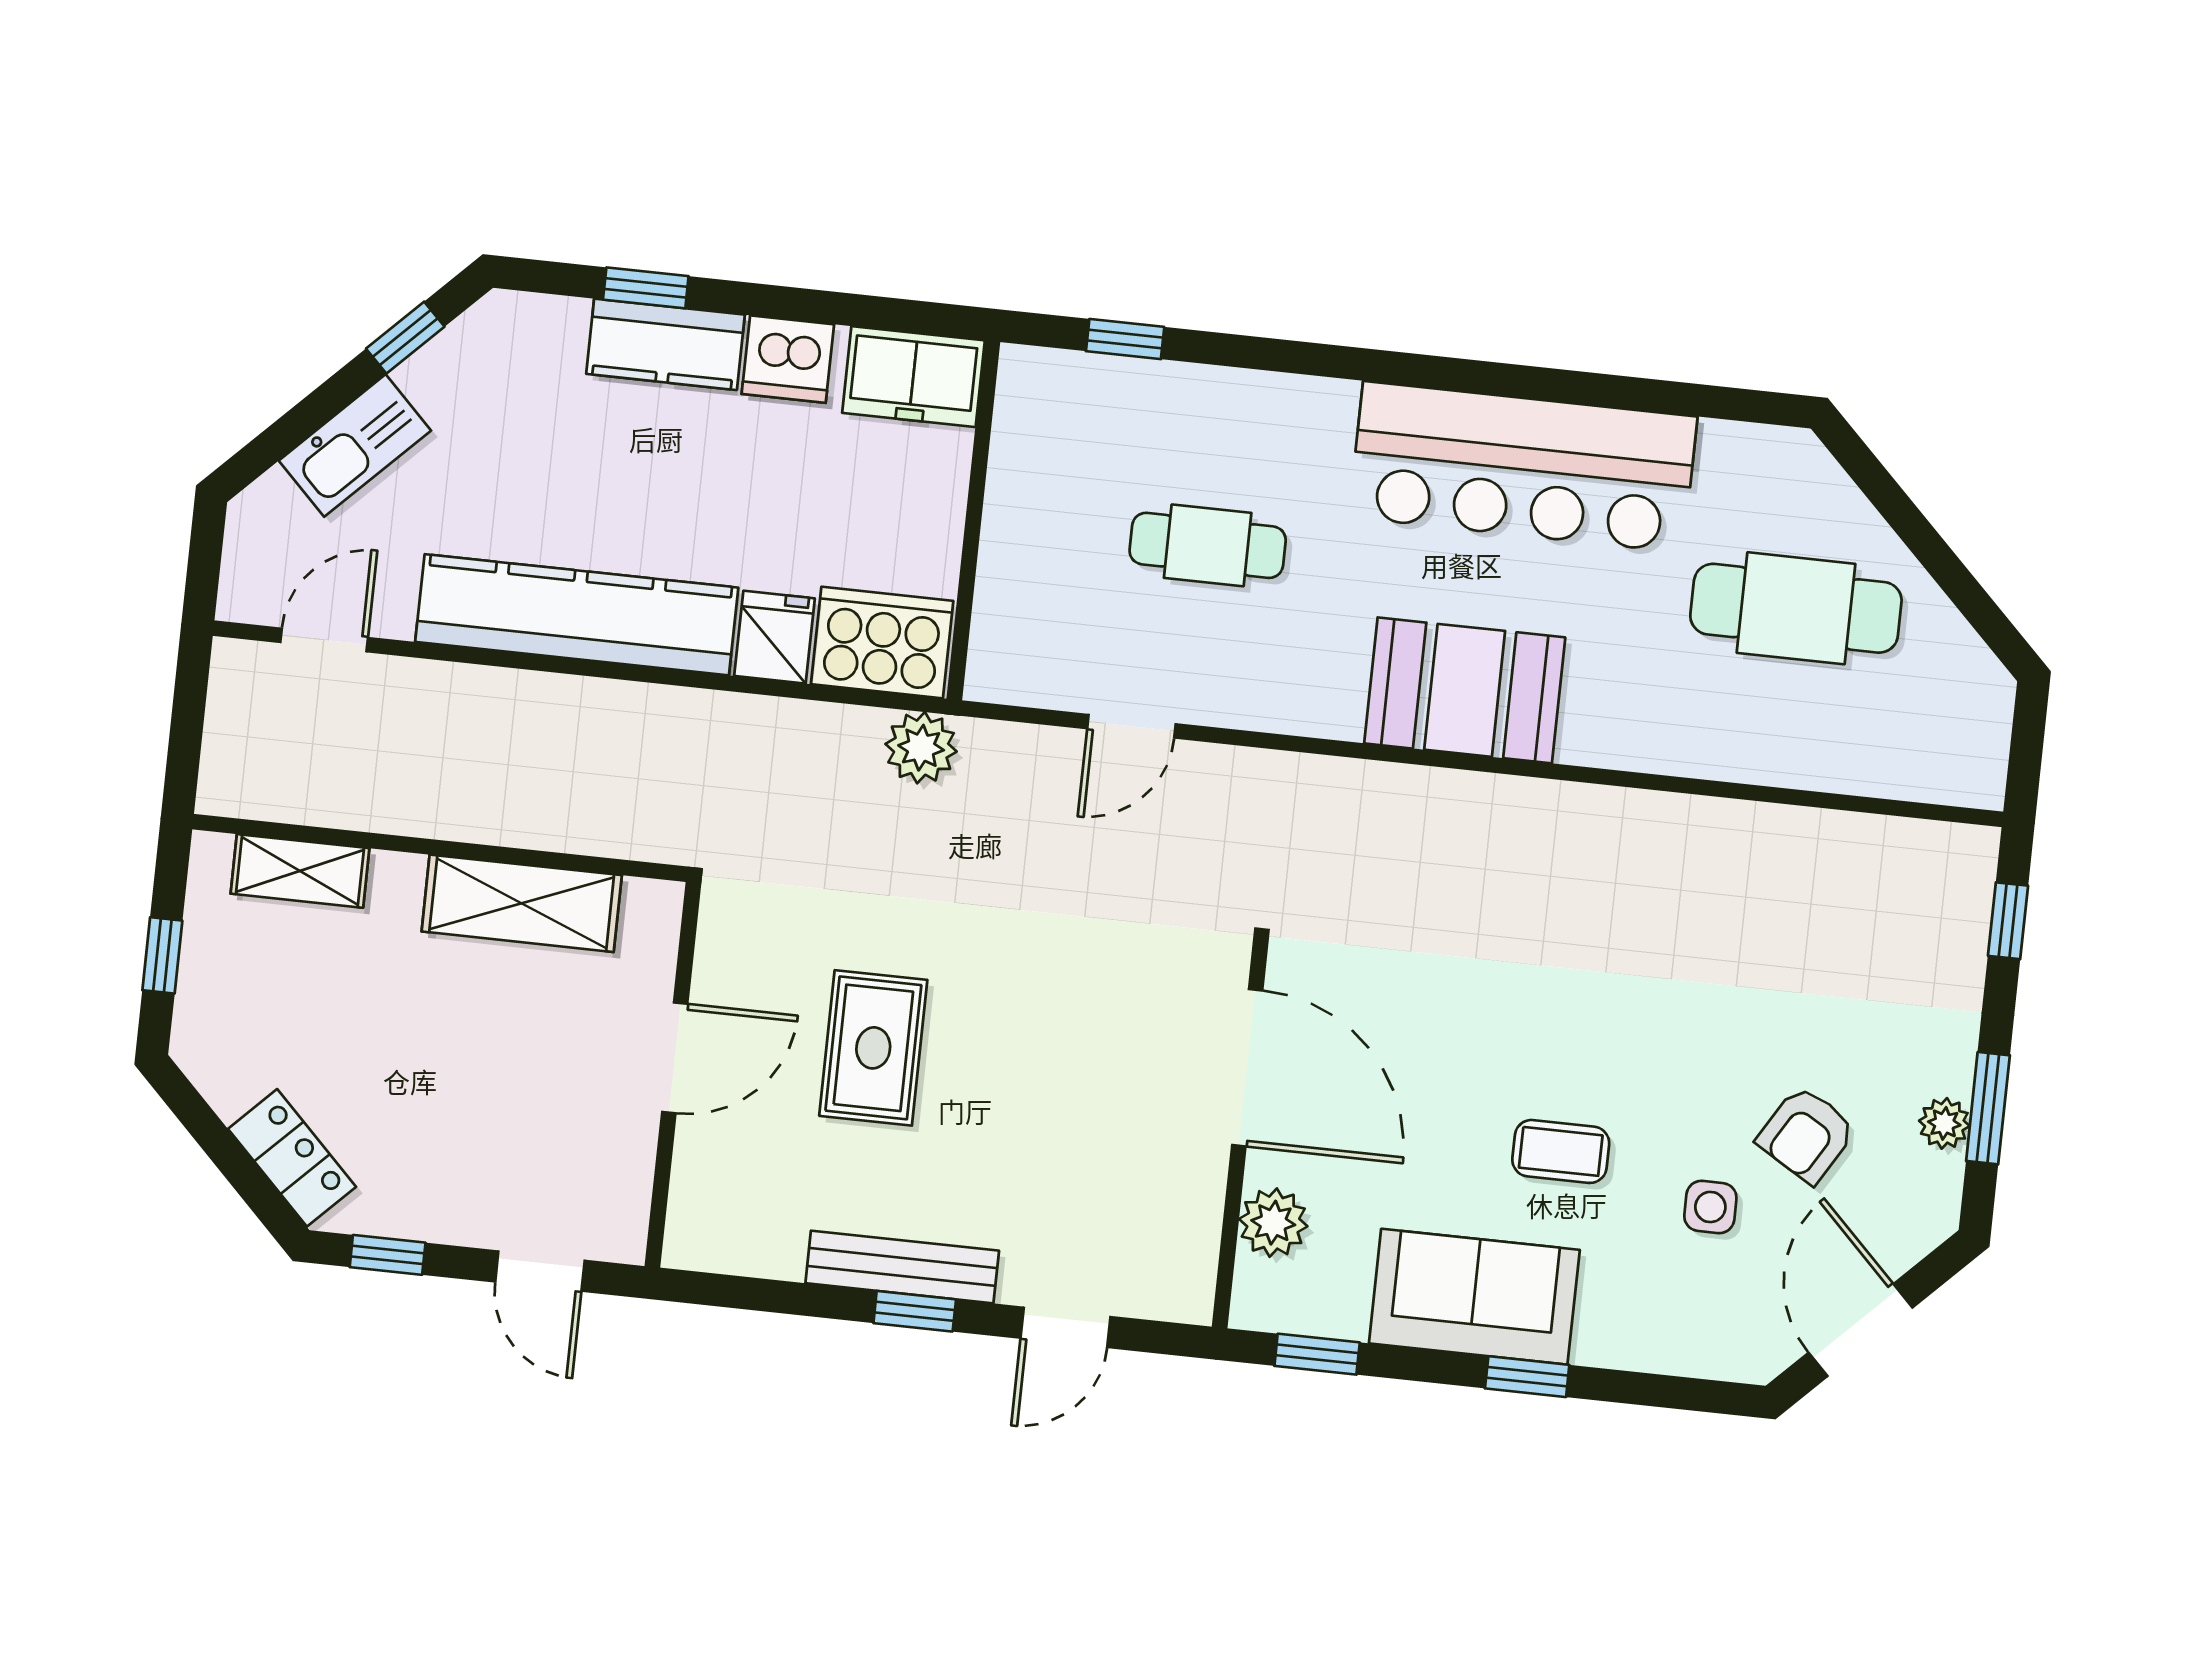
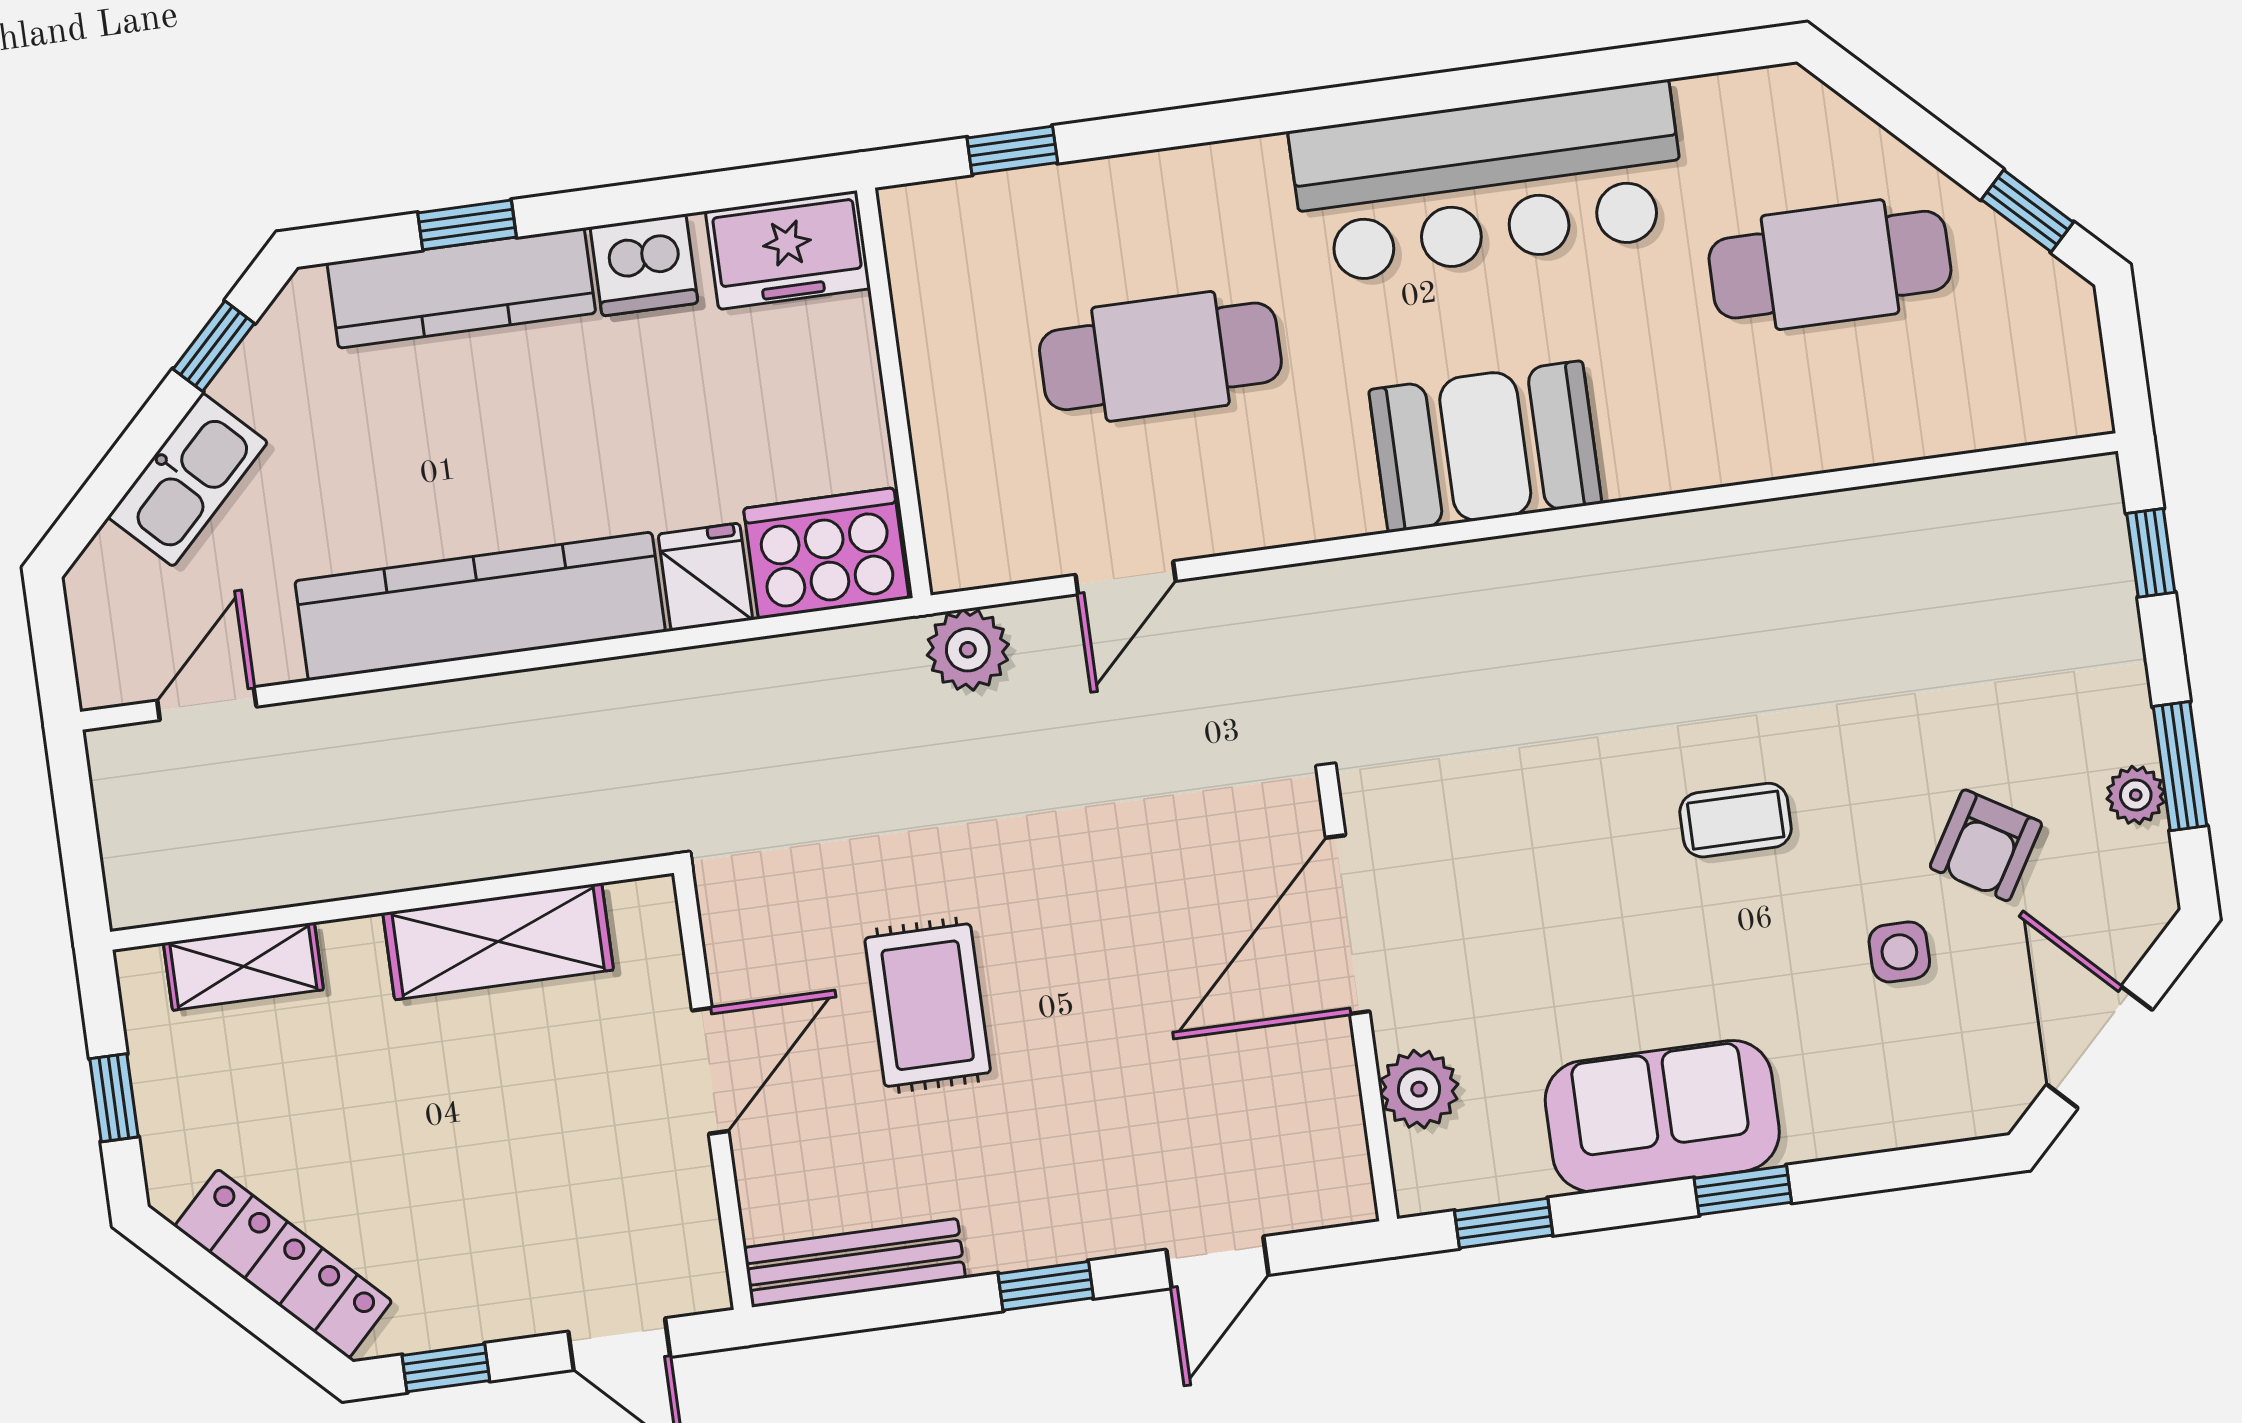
kitchen counter: (666, 344) -> (461, 288), width x1.50
cafe table: (1208, 545) -> (1160, 356), width x1.37, depth x1.35
window: (1975, 604) -> (2027, 211), added
plant: (921, 748) -> (968, 650), moved
door: (1247, 1068) -> (1348, 925), swing flipped
coffee table: (1561, 1151) -> (1736, 820), moved
locker: (292, 1158) -> (283, 1264), width x1.53
bench: (902, 1267) -> (855, 1263), moved

